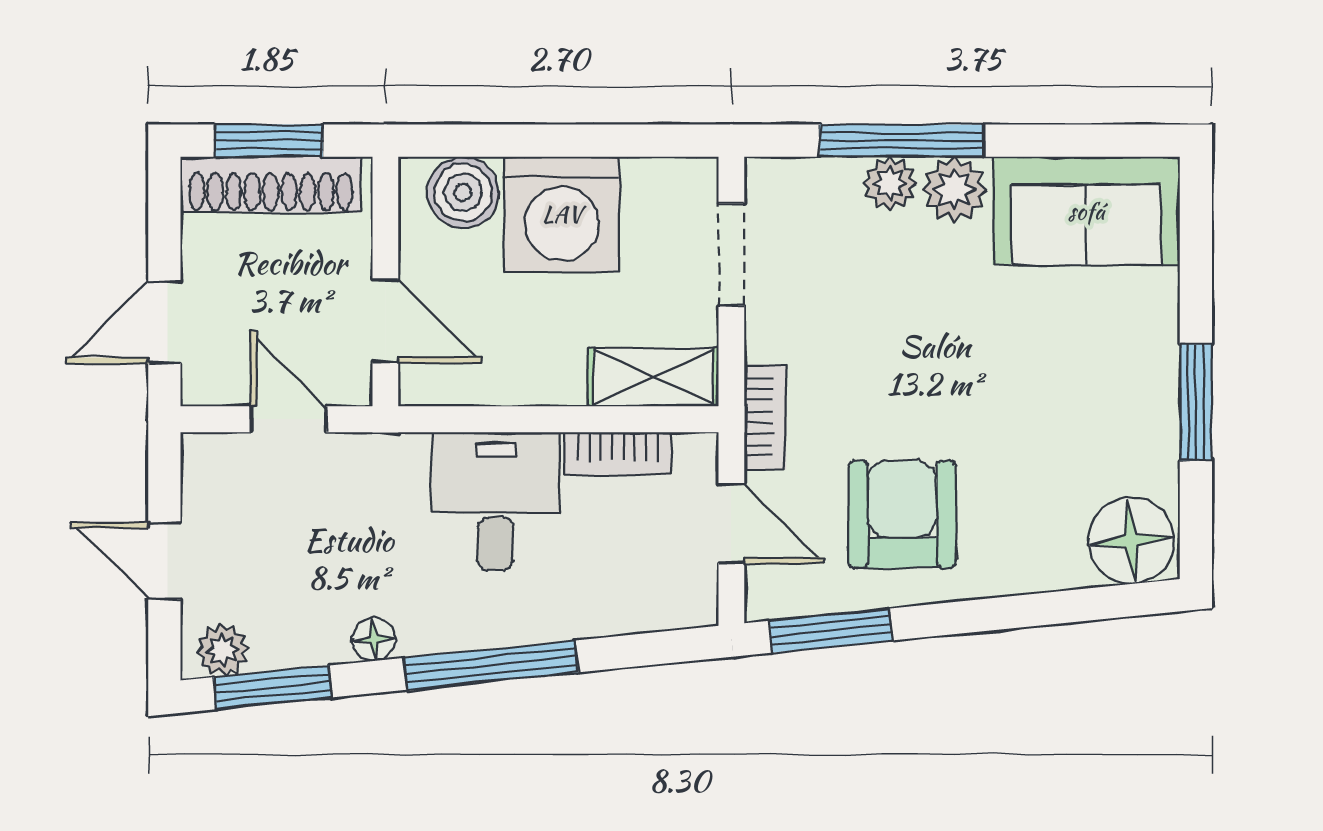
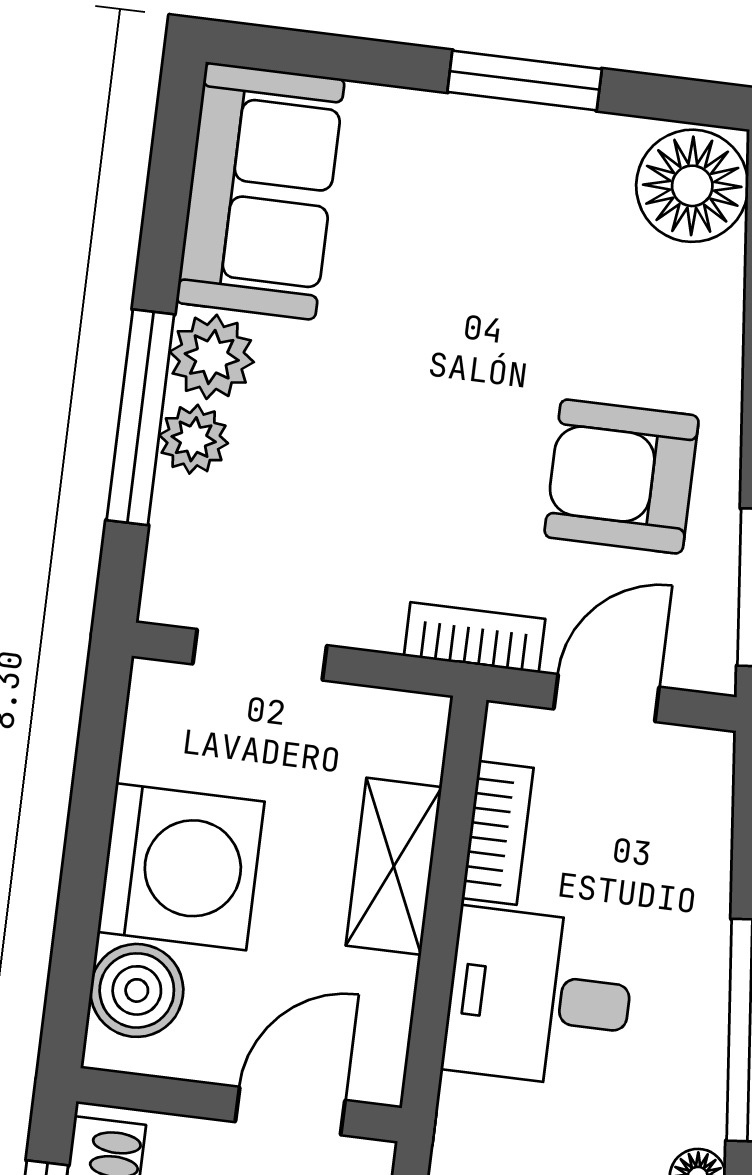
shelving: (653, 377) -> (394, 866), moved

